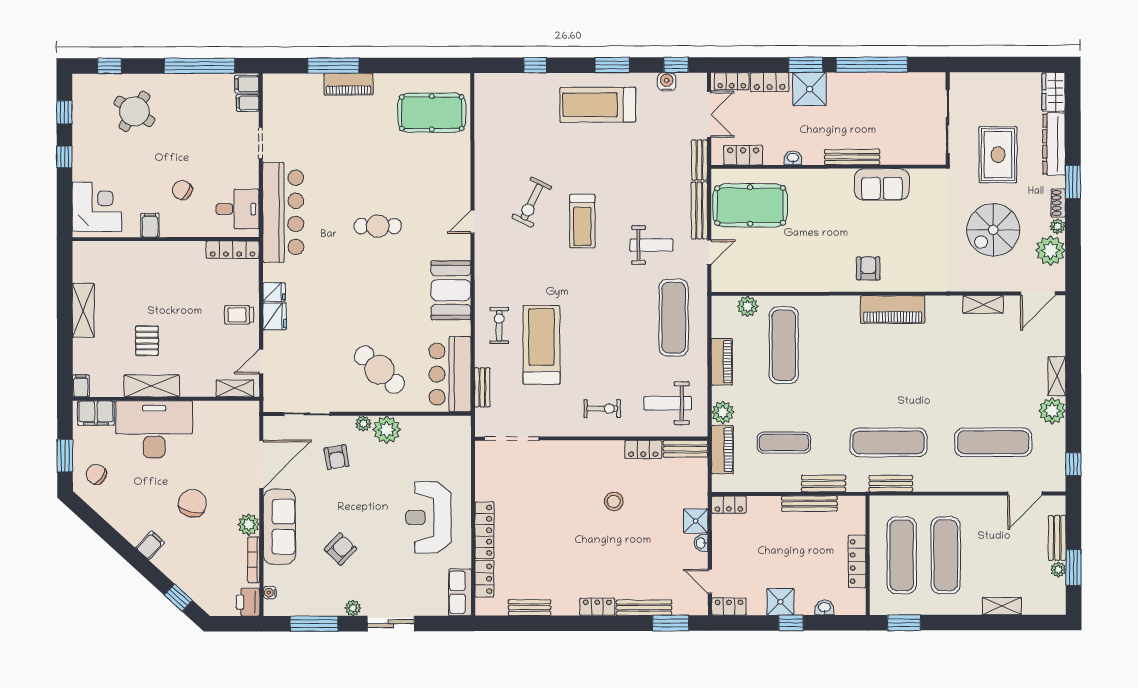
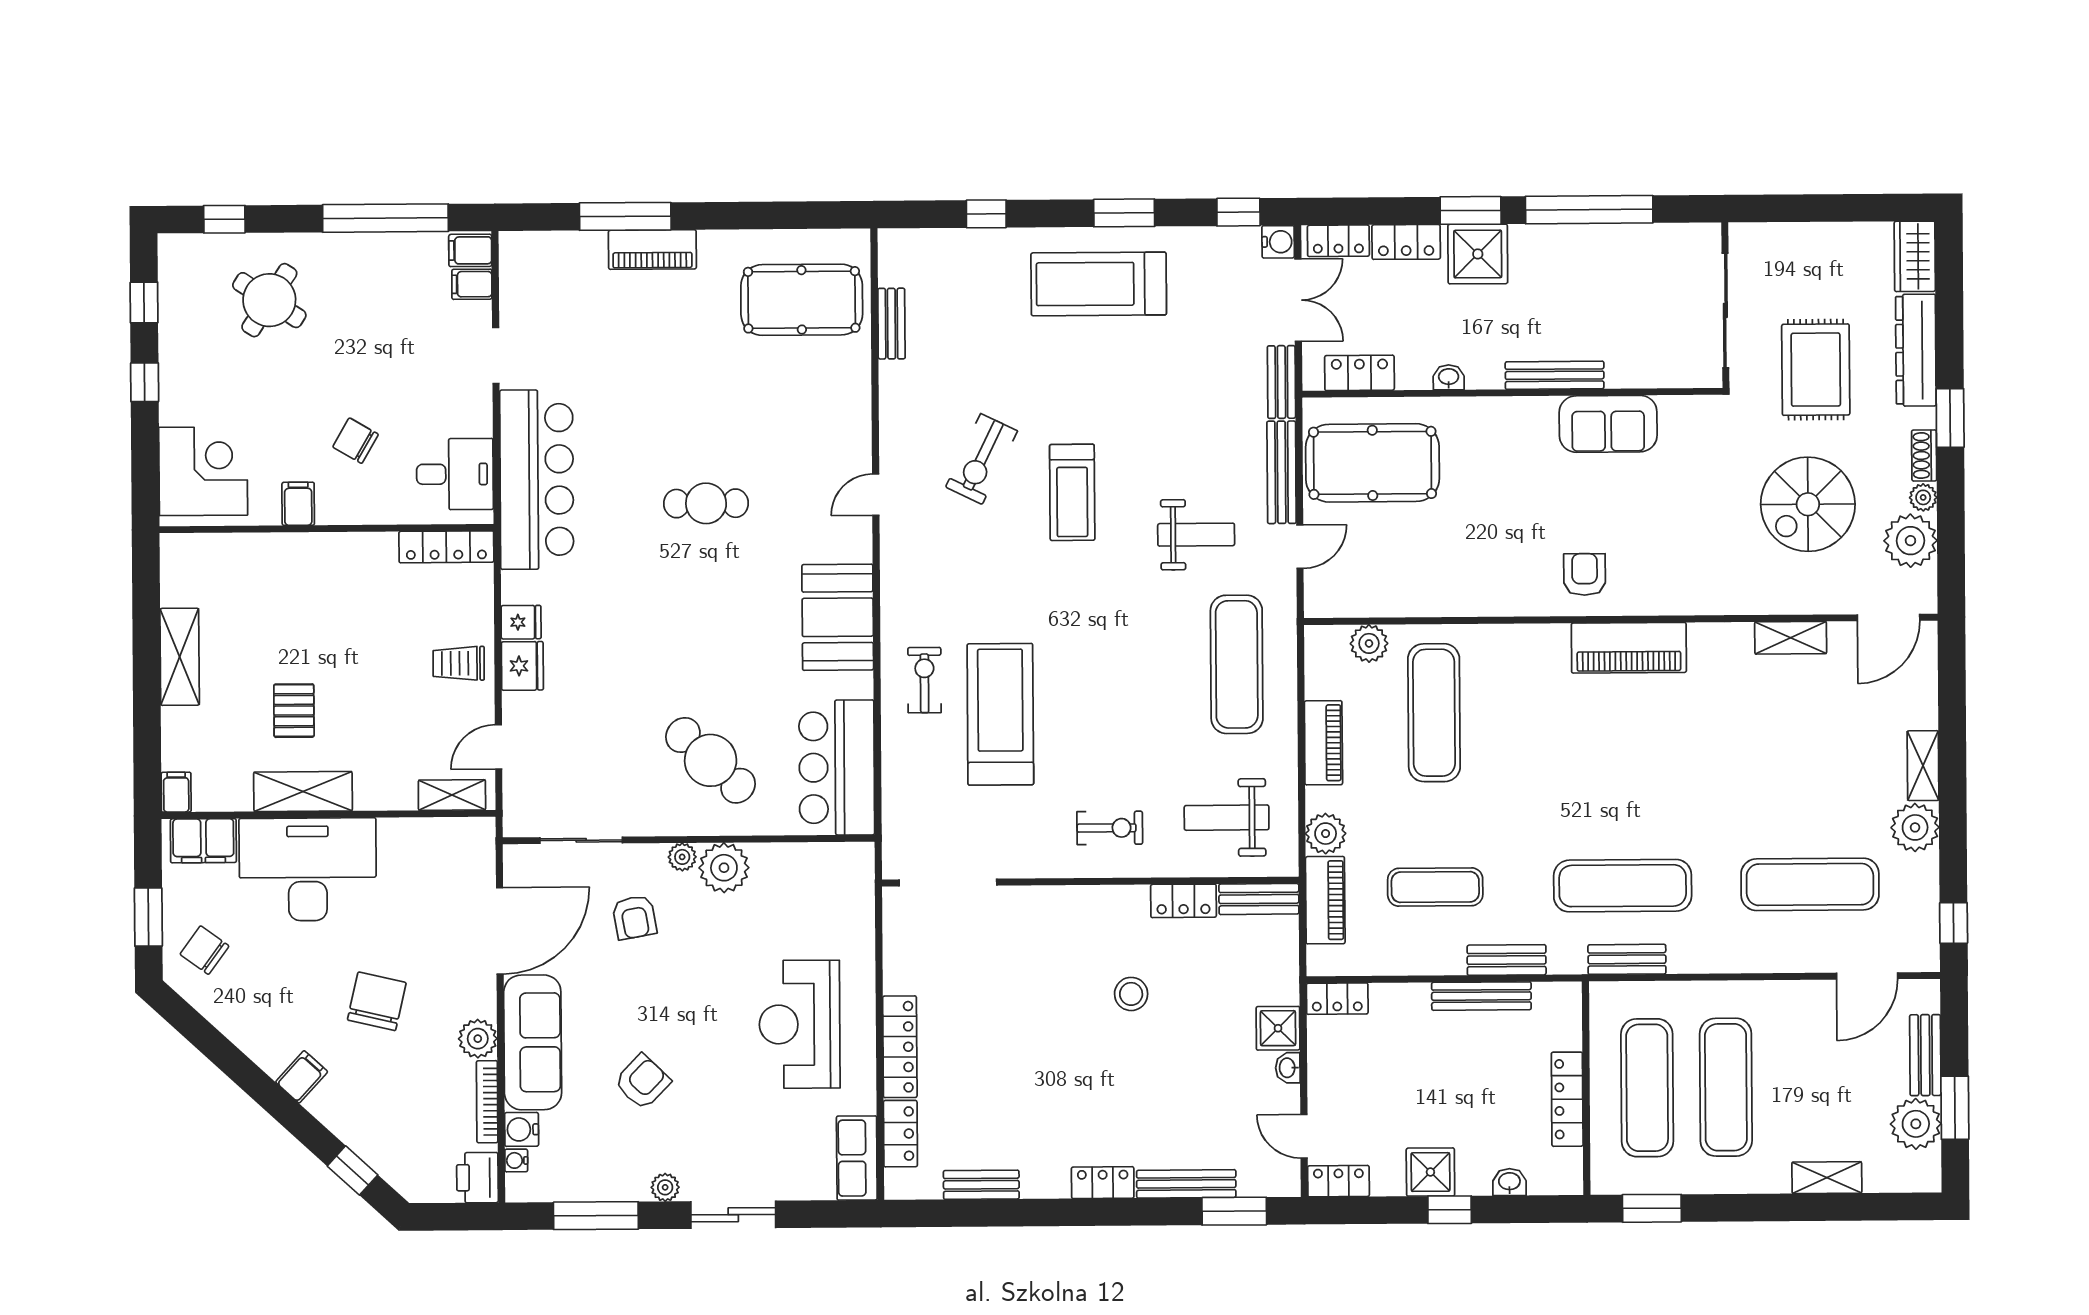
water cooler: (667, 82) -> (1278, 242), moved, turned 90
bench: (482, 387) -> (891, 324), moved
plant: (1058, 570) -> (1916, 1124), width x1.87, depth x1.87
water cooler: (273, 575) -> (522, 1129), added

